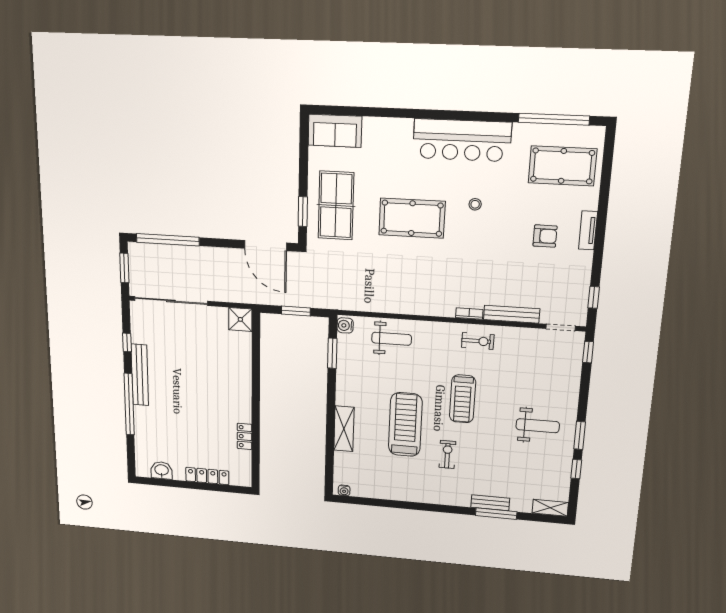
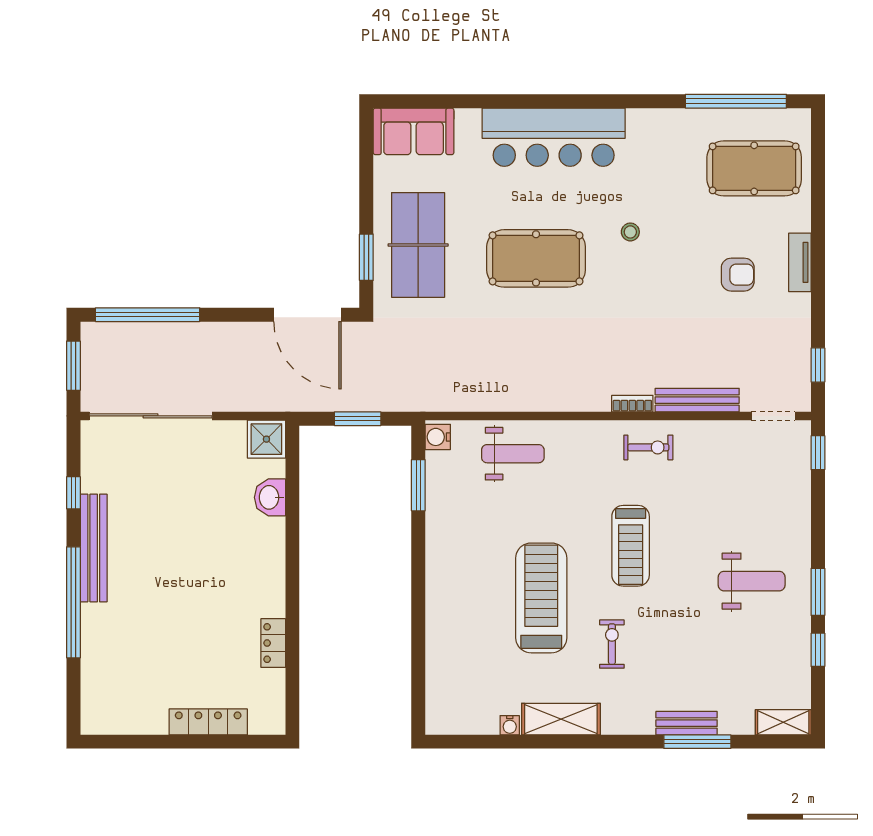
bar counter: (462, 140) -> (554, 137), moved
shelving: (344, 429) -> (561, 719), moved, turned 90
washbasin: (162, 470) -> (270, 497), moved, turned -90
water cooler: (344, 490) -> (510, 725), moved

